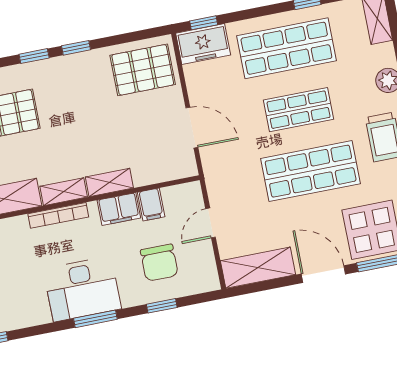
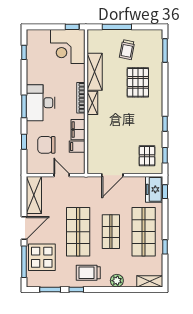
window: (34, 56) -> (165, 155), moved
pallet: (143, 70) -> (147, 156), width x0.67, depth x0.71
shelving: (109, 183) -> (93, 127), removed

